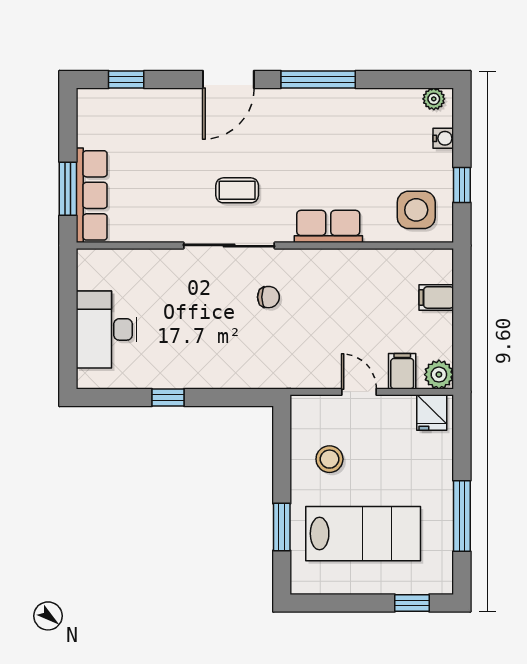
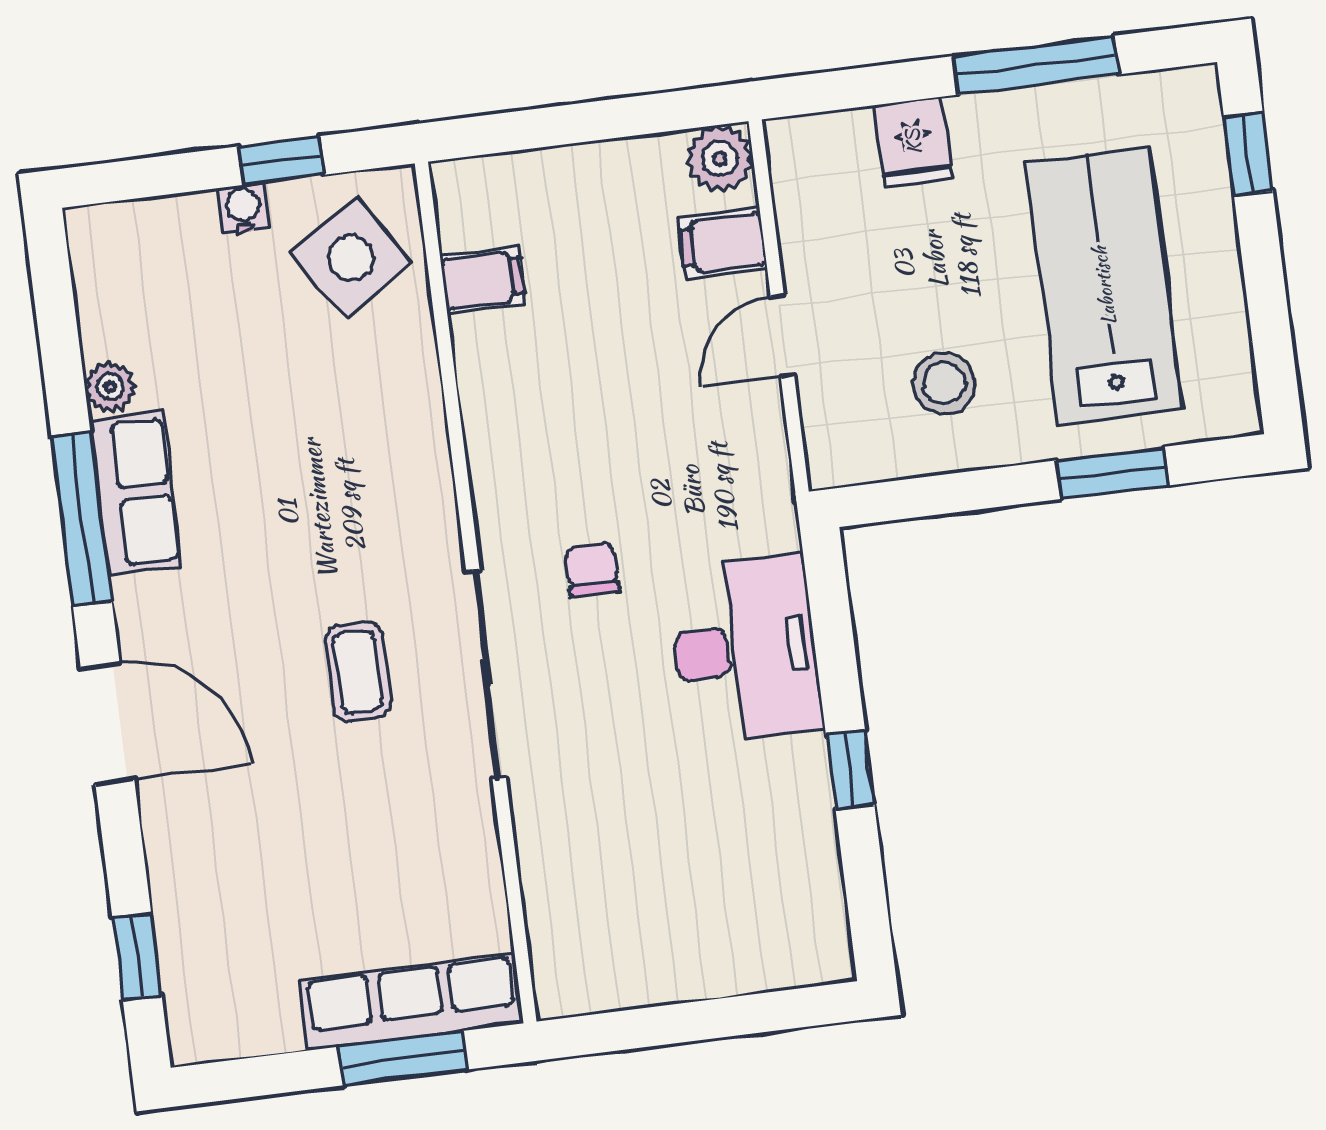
plant: (434, 99) -> (110, 387), moved
water cooler: (443, 138) -> (243, 209), moved
side table: (416, 210) -> (351, 258), turned -33
row of seats: (328, 226) -> (136, 493), moved, turned 180
filing cabinet: (436, 297) -> (483, 280), moved, turned -90
desk: (107, 329) -> (745, 649), moved, turned -90
fridge: (432, 413) -> (913, 142), moved, turned 90

